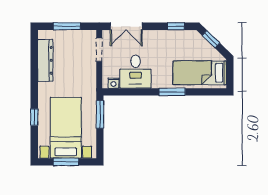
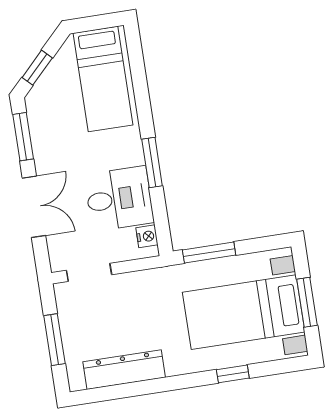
double door: (126, 26) -> (34, 207), moved
window: (176, 26) -> (23, 137), width x1.50
window: (172, 92) -> (152, 162), moved

